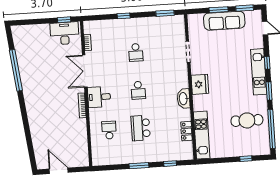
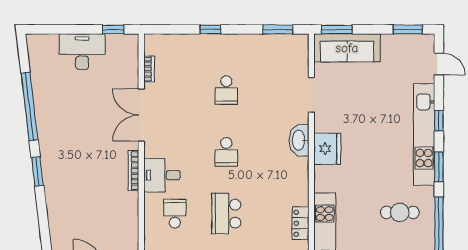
window: (219, 10) -> (337, 29), moved
sofa: (224, 21) -> (347, 48), moved
desk: (65, 33) -> (82, 52), moved
kitchen unit: (259, 72) -> (424, 135), width x1.36
desk: (99, 97) -> (162, 175), moved
washbasin: (184, 99) -> (299, 140), moved
window: (23, 110) -> (37, 171), added
cafe table: (247, 120) -> (400, 212), width x0.73, depth x0.74

